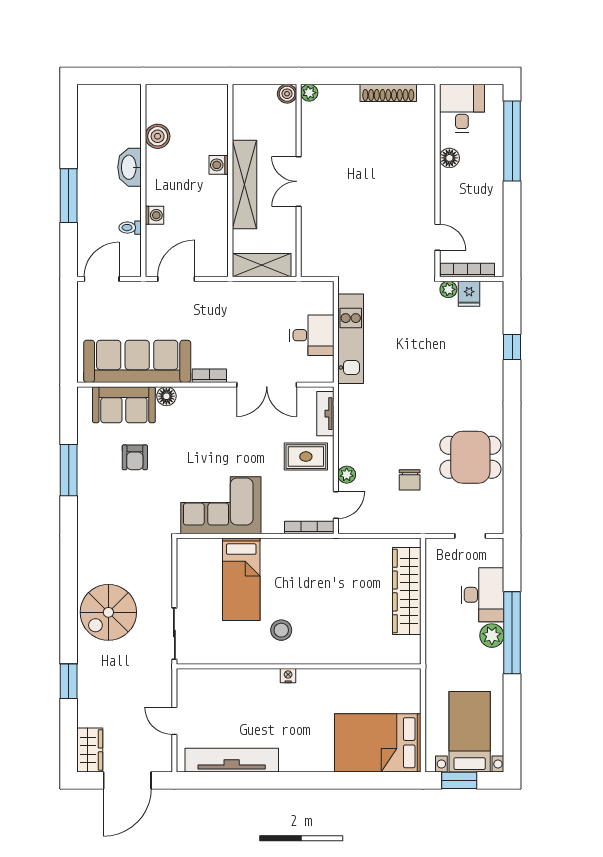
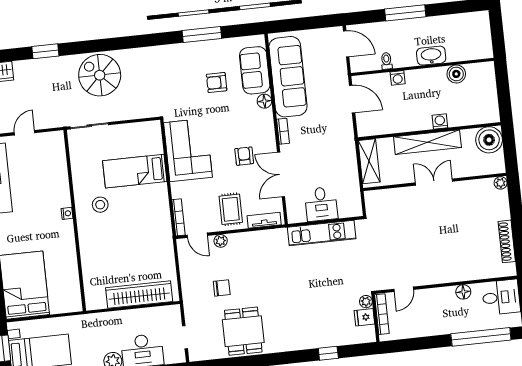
boiler: (287, 94) -> (489, 140), moved, width x1.86, depth x1.86
armchair: (237, 431) -> (244, 156), added
chair: (410, 480) -> (222, 288), turned 180

